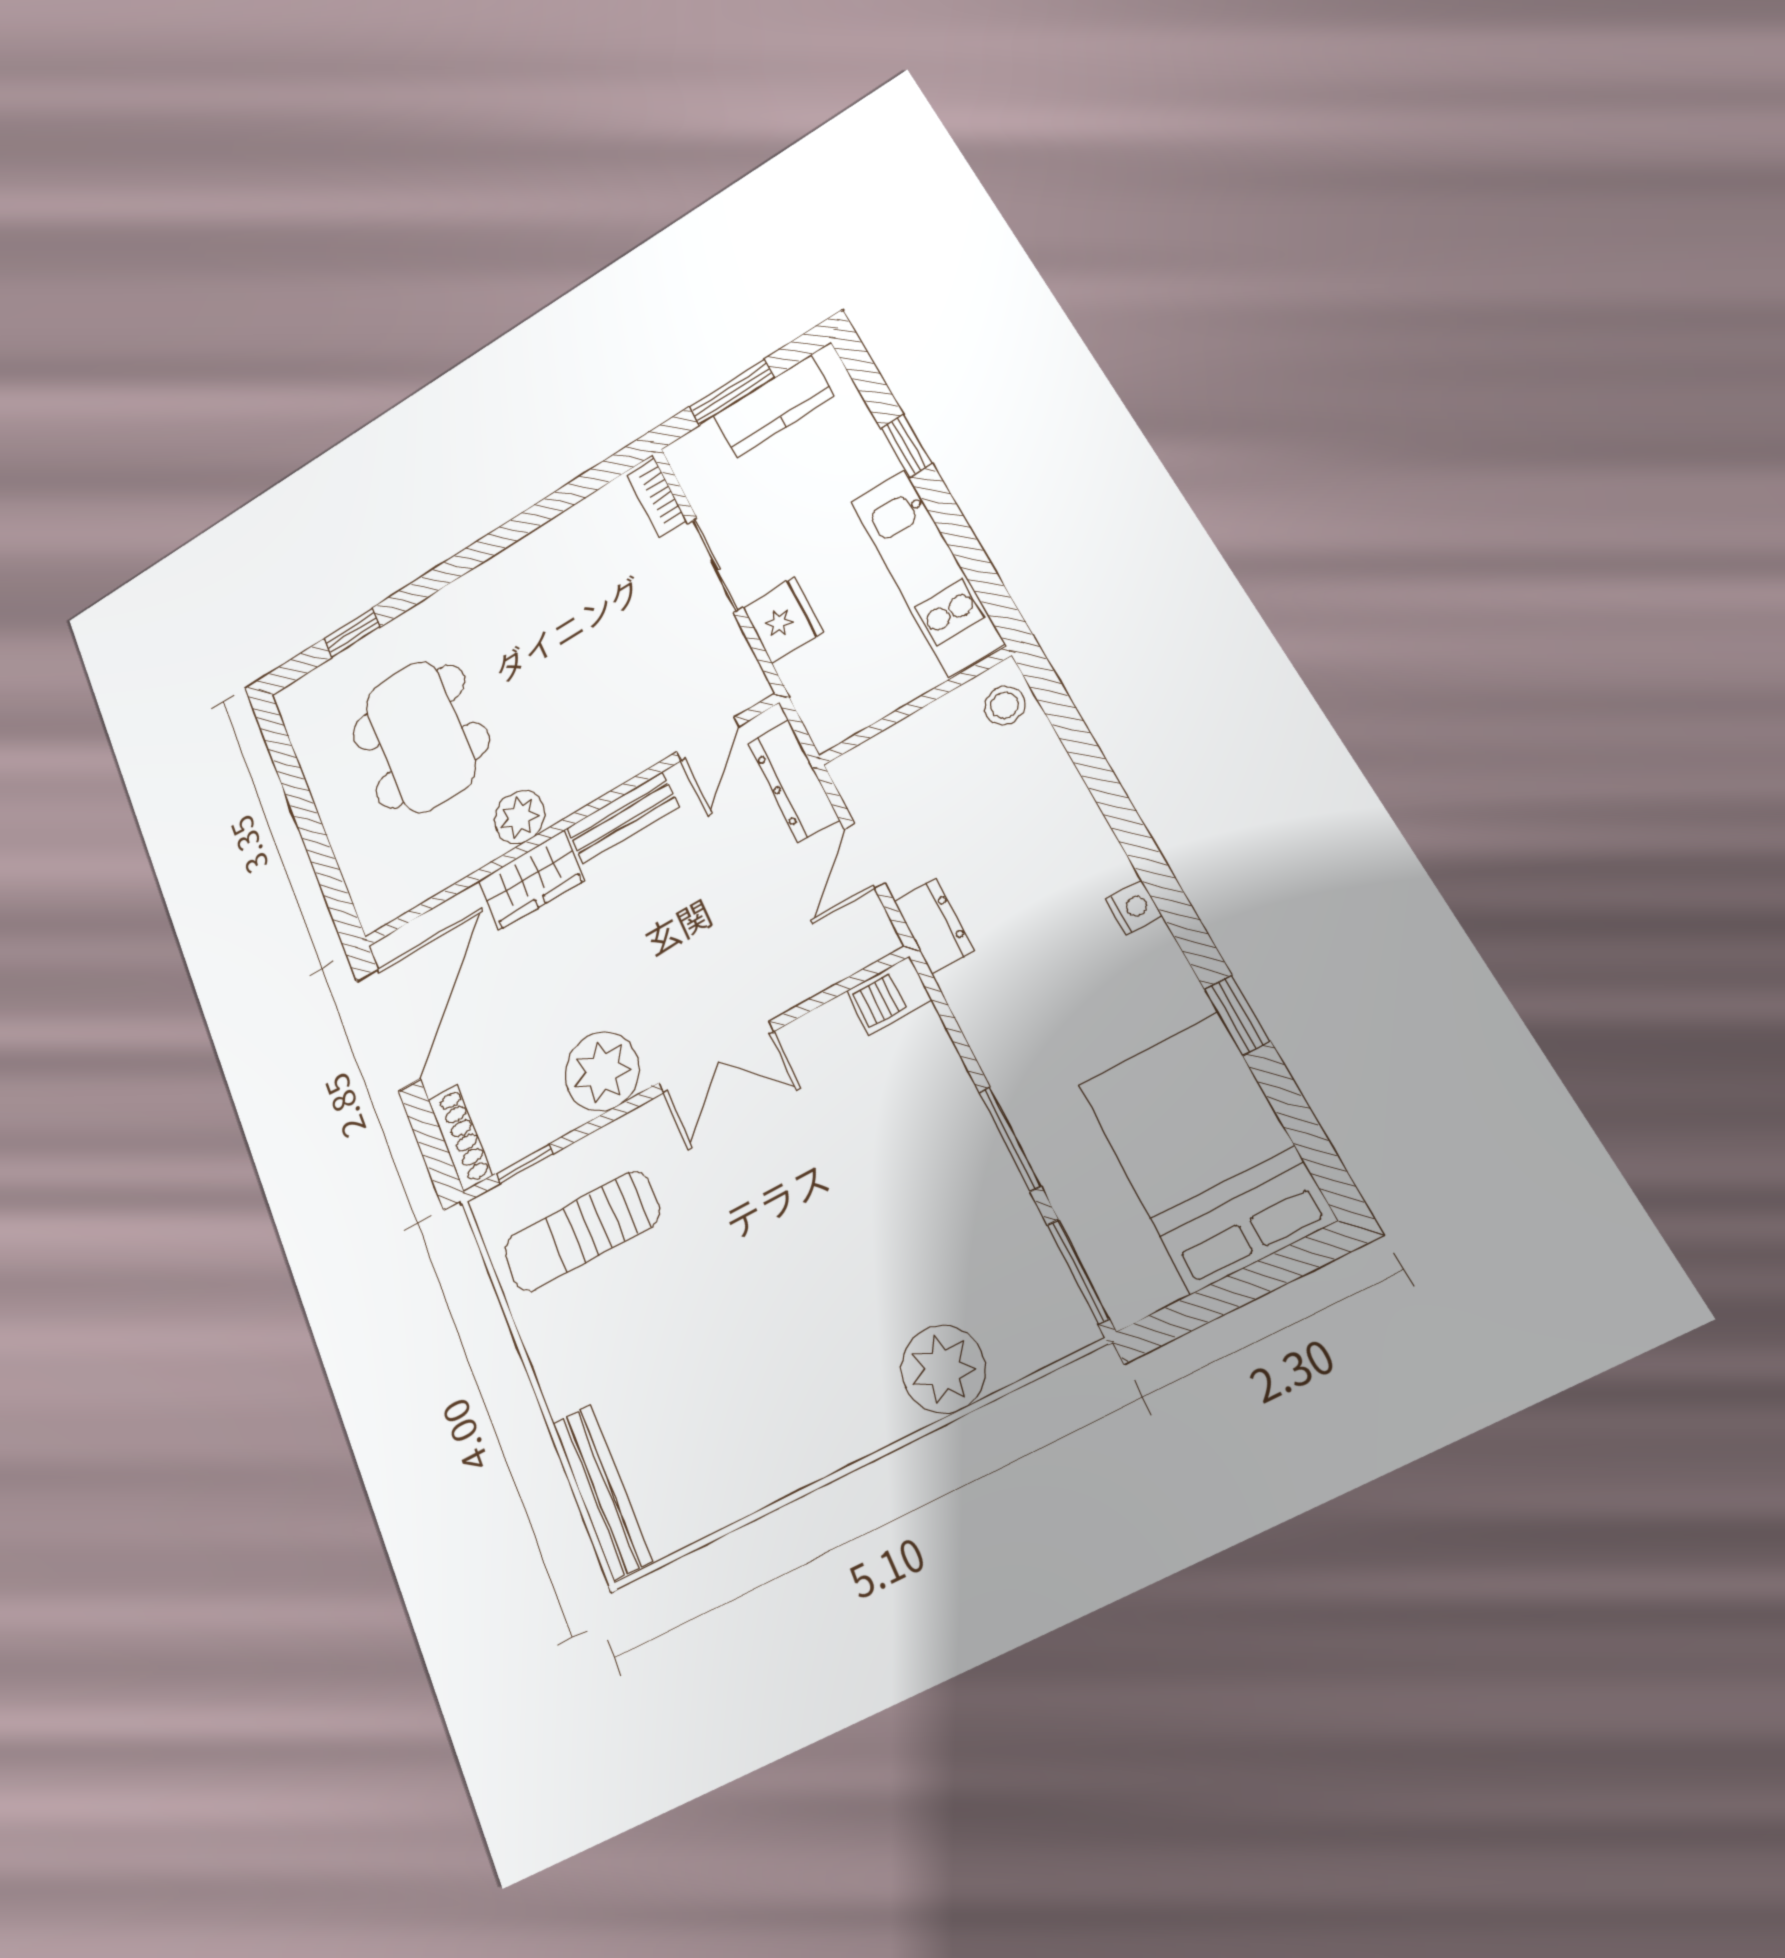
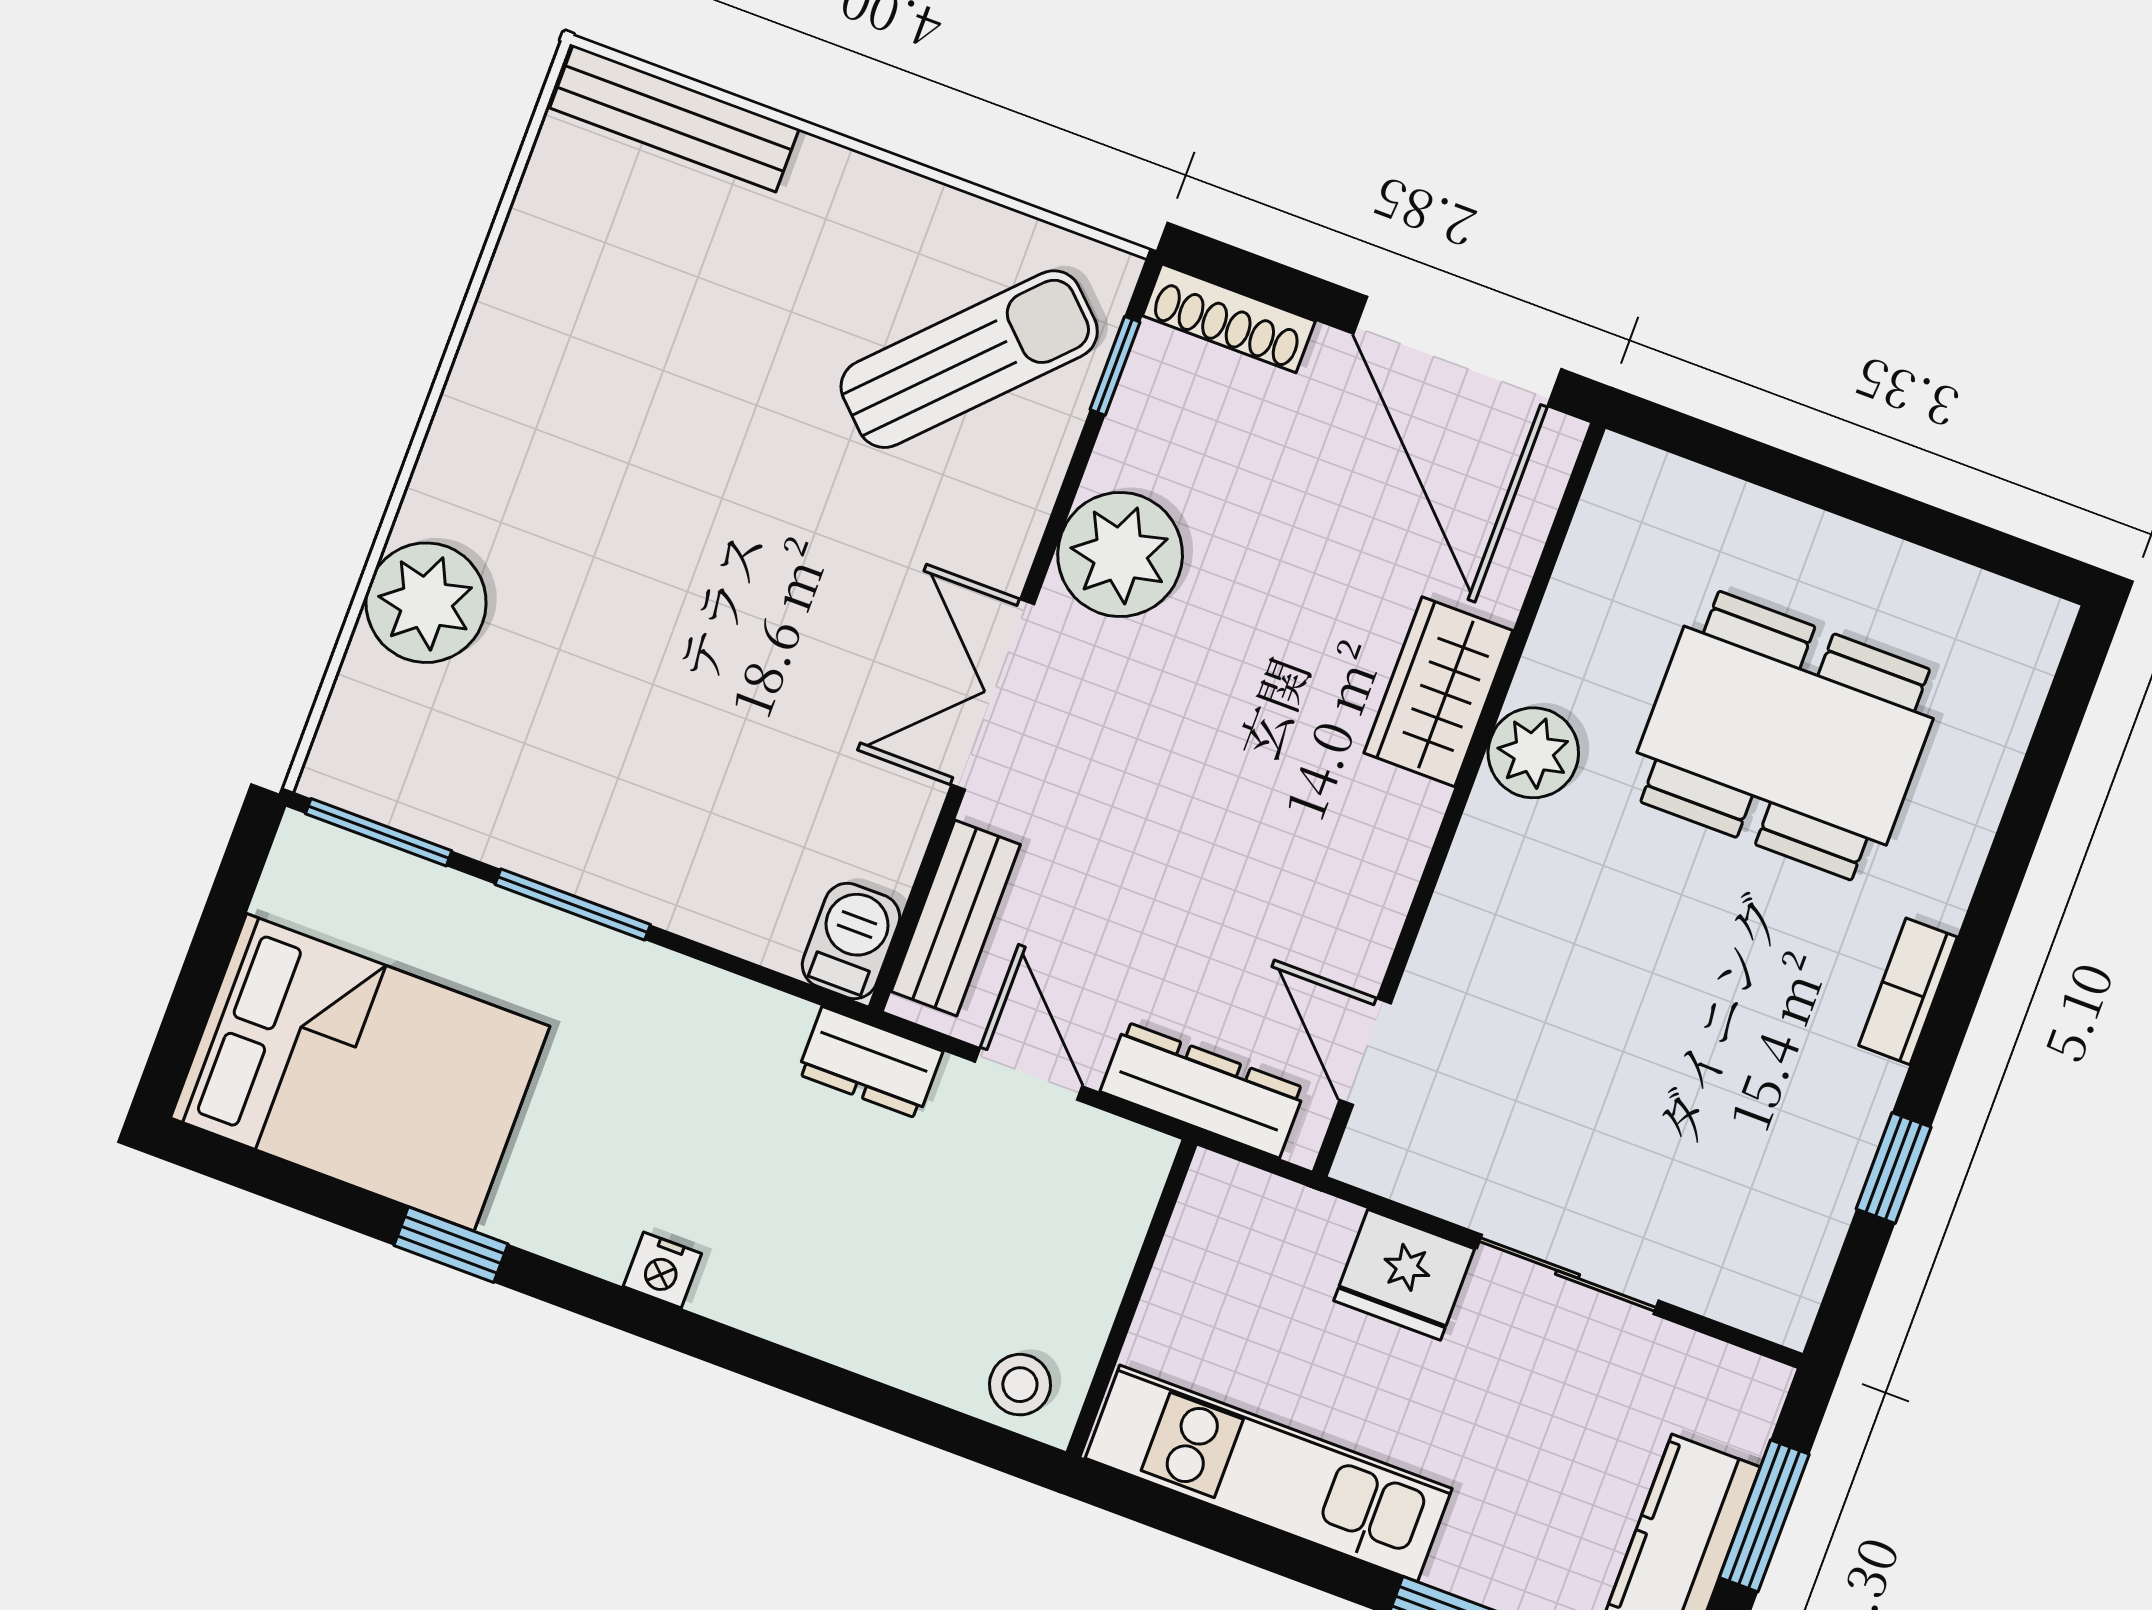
bookcase: (657, 497) -> (1908, 991), moved, turned -90
window: (352, 633) -> (1894, 1168), moved
bench: (623, 818) -> (956, 918), moved
sun lounger: (581, 1231) -> (969, 359), turned 44

